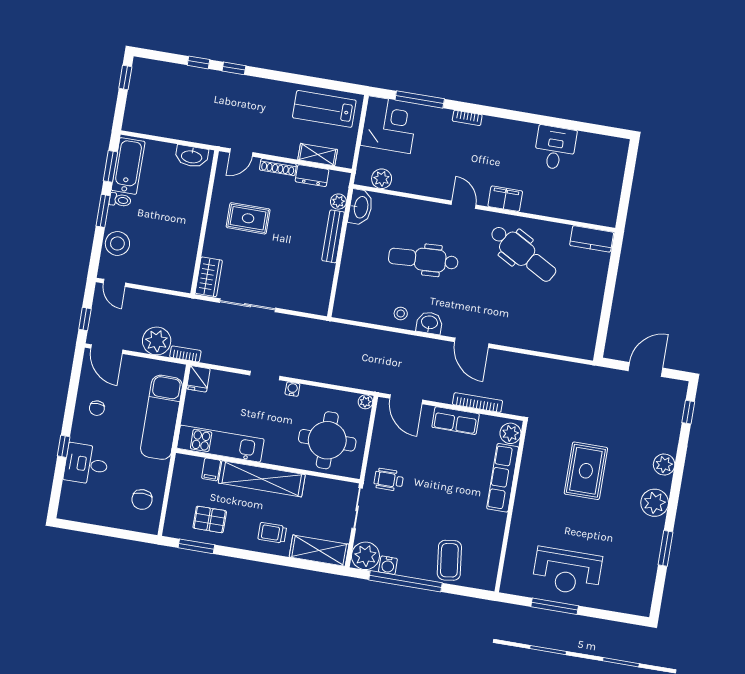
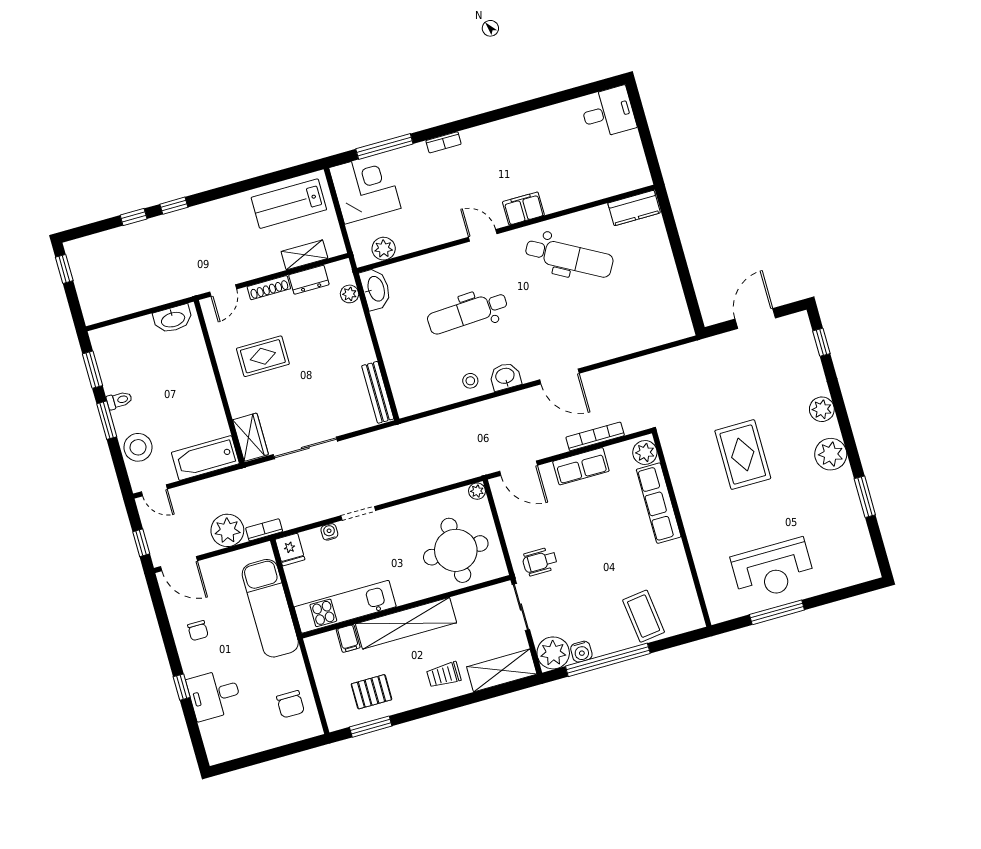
desk: (555, 148) -> (608, 112), moved, turned 90
bathtub: (128, 166) -> (205, 458), moved, turned -90
bench: (333, 236) -> (378, 392), moved
water cooler: (292, 389) -> (329, 532), moved

